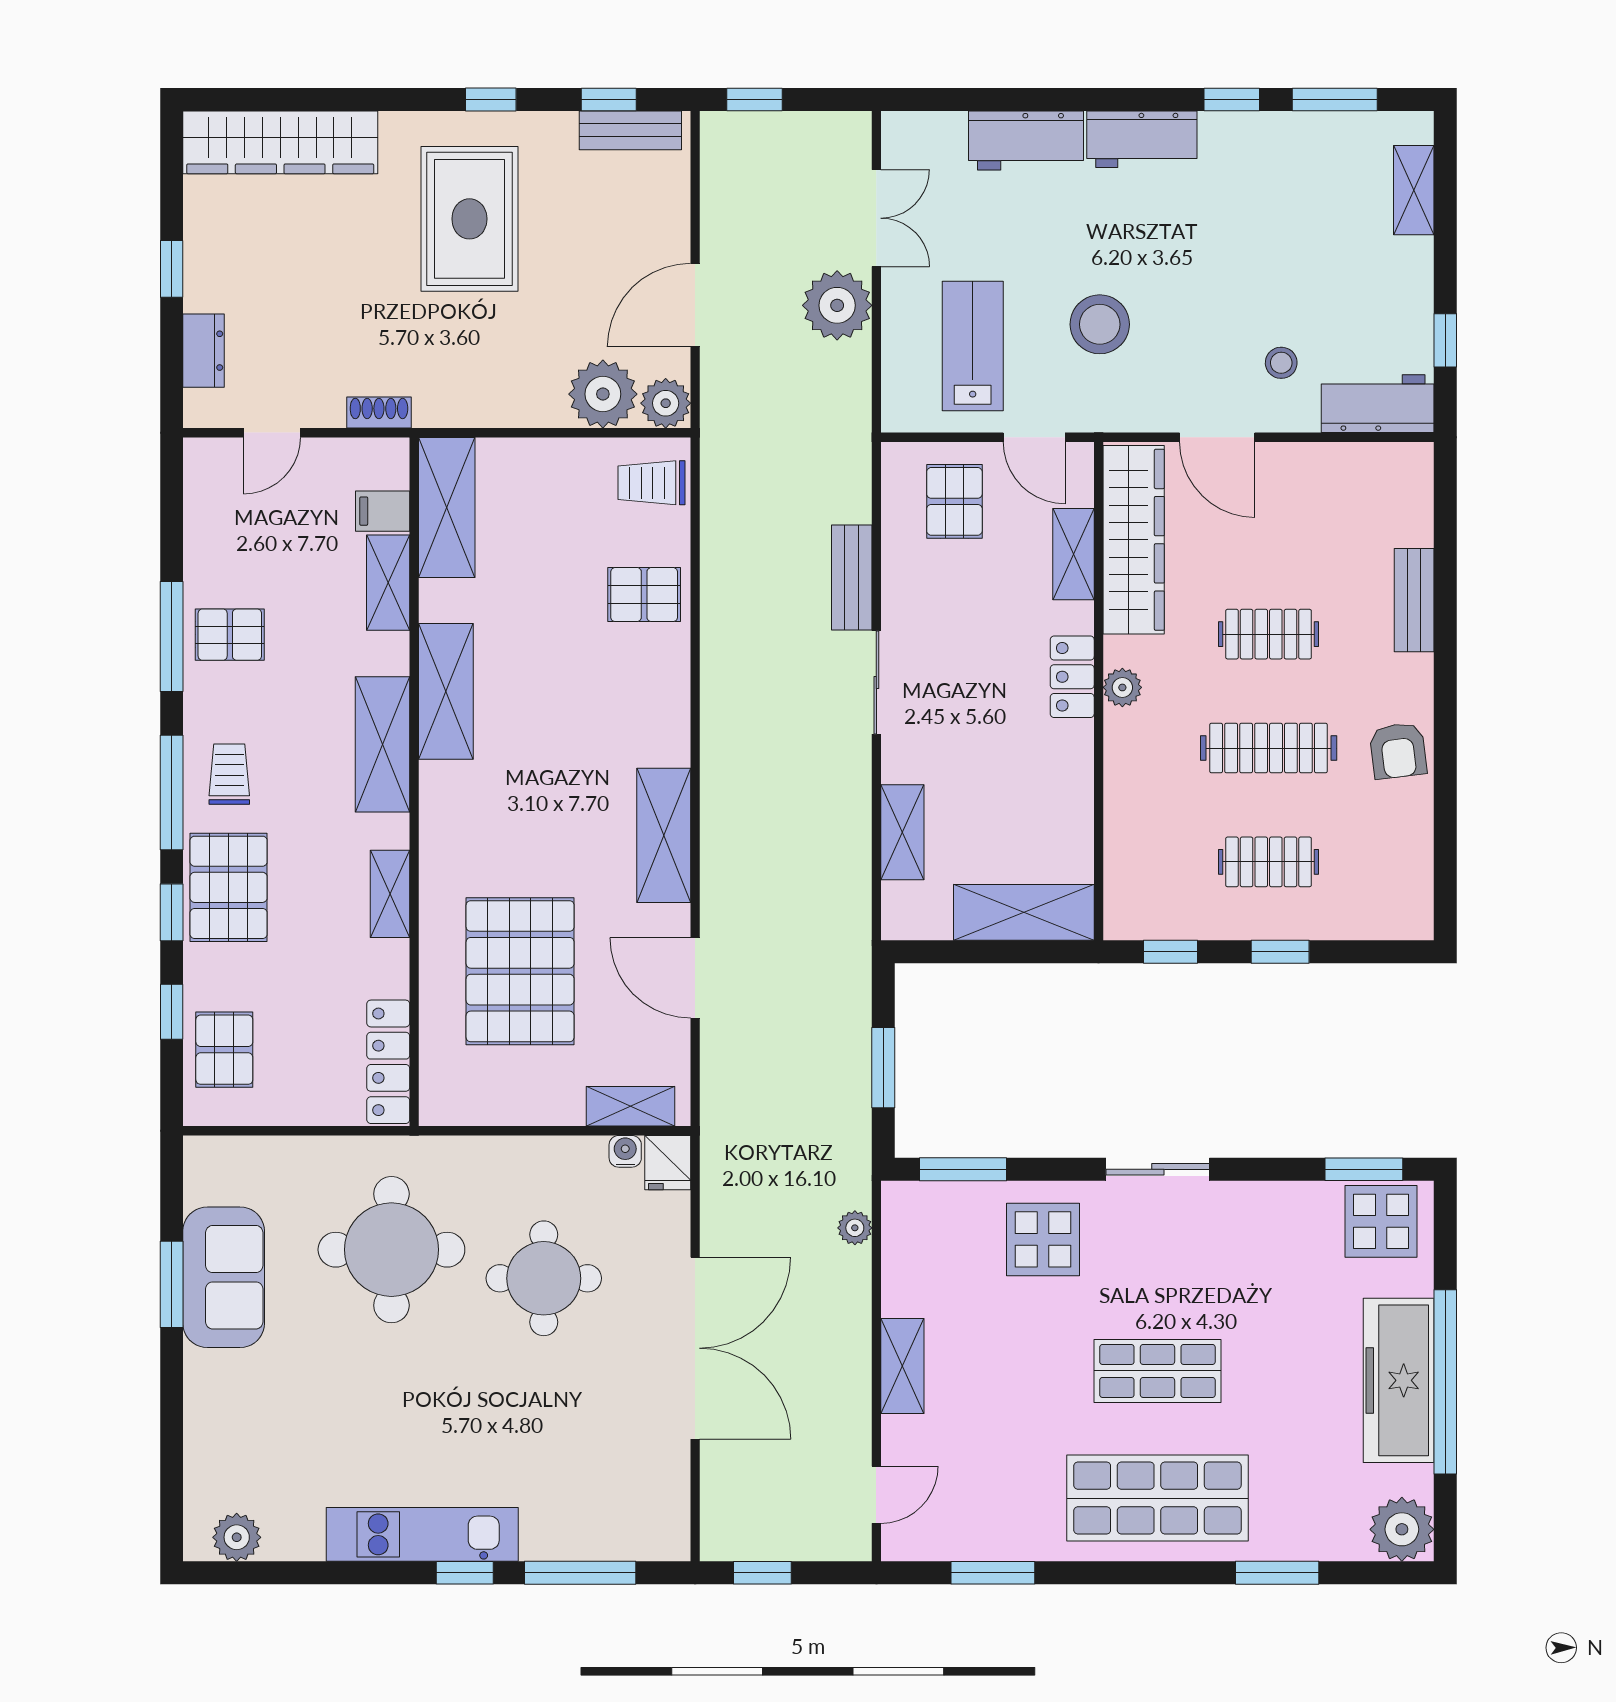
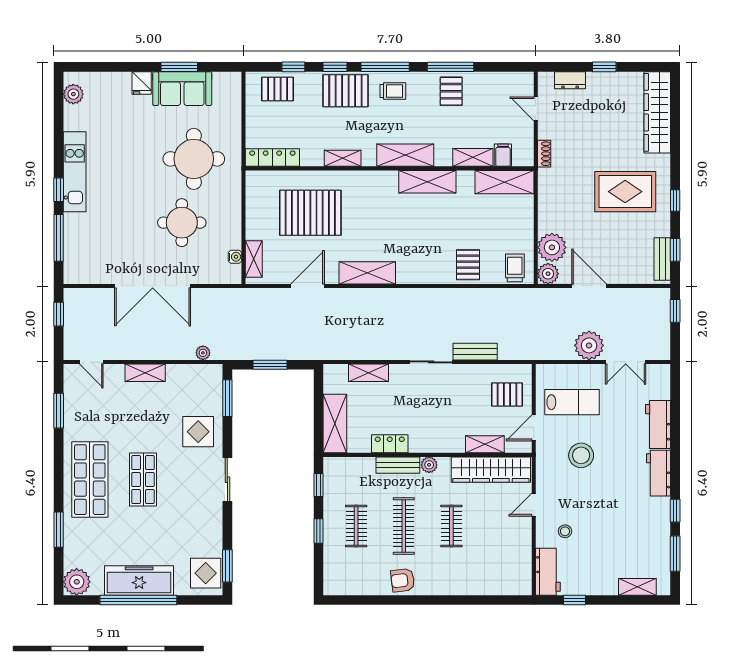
door: (1217, 437) -> (534, 505), width x0.73
bench: (1414, 600) -> (398, 465), moved
locker: (1072, 677) -> (390, 444), moved
fridge: (668, 1163) -> (142, 83), moved, turned -90

